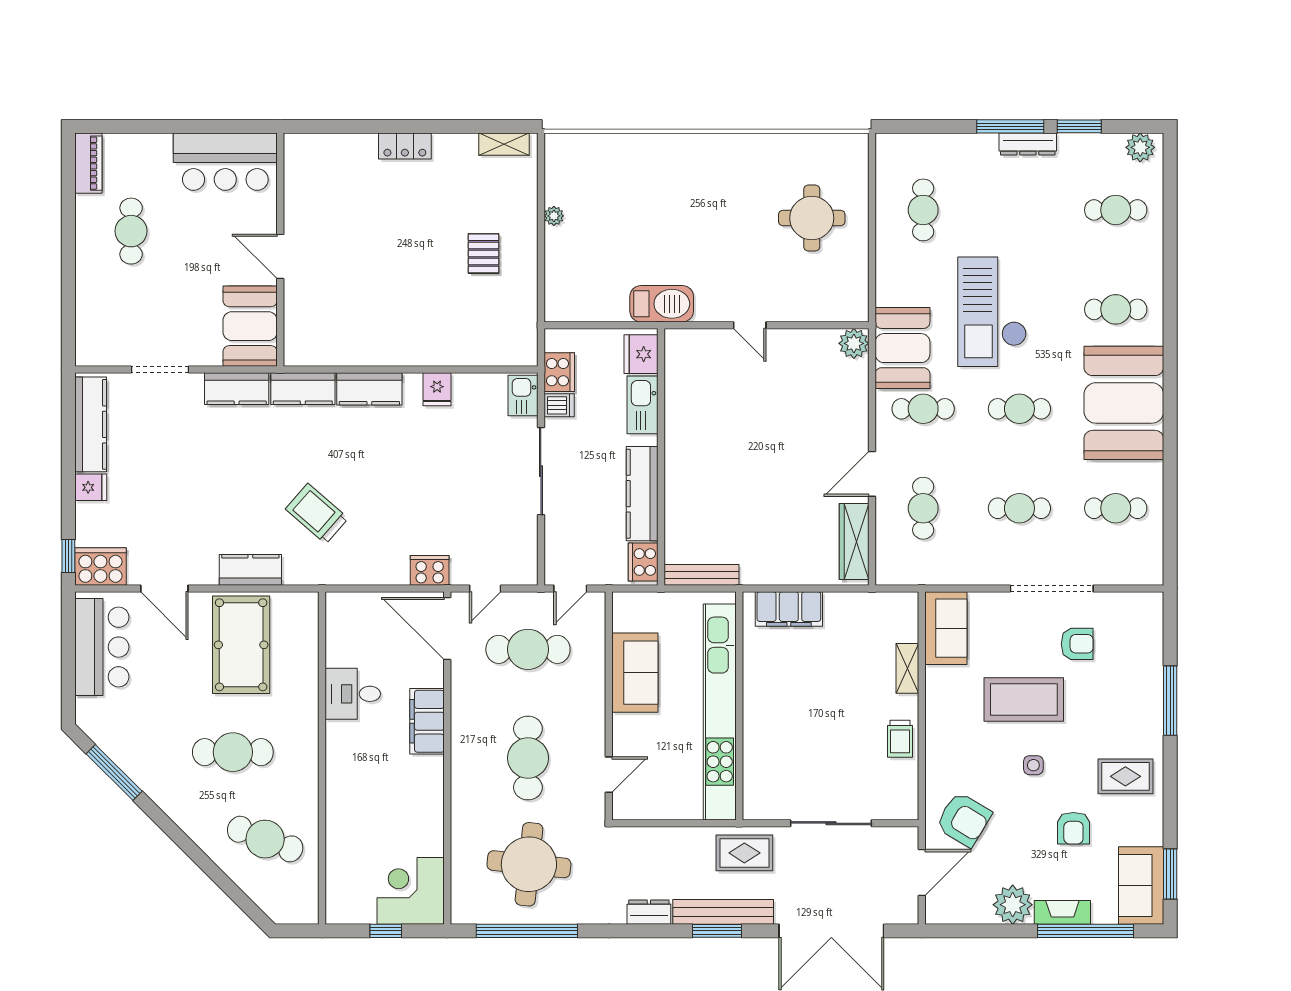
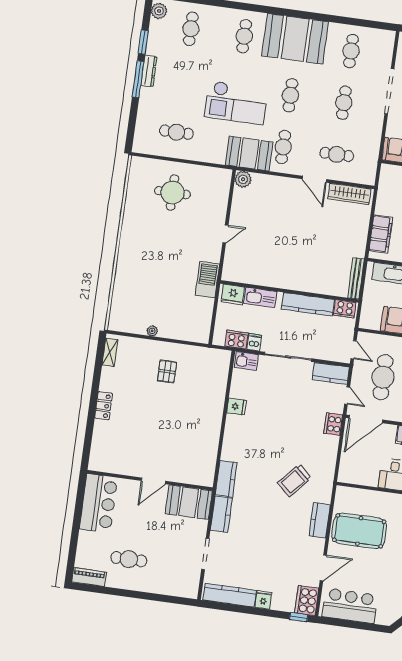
pallet: (484, 253) -> (167, 371), turned 90
kitchen counter: (369, 389) -> (331, 373), moved, turned 90

